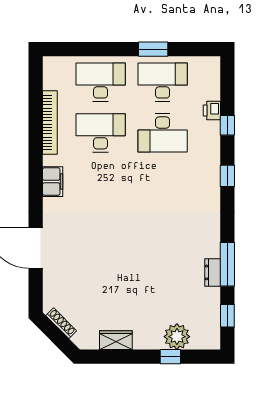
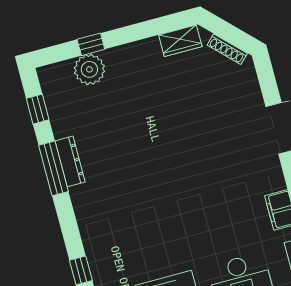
dresser: (213, 272) -> (70, 161), width x1.44
wardrobe: (116, 340) -> (180, 41), moved

